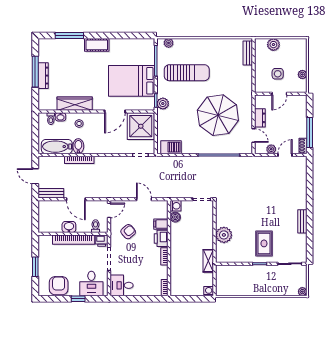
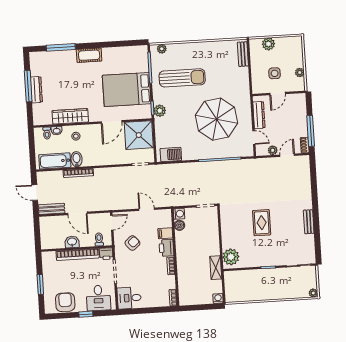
dresser: (260, 118) -> (259, 115), width x1.44
plant: (224, 235) -> (231, 257), moved
rug: (264, 243) -> (262, 223), moved

